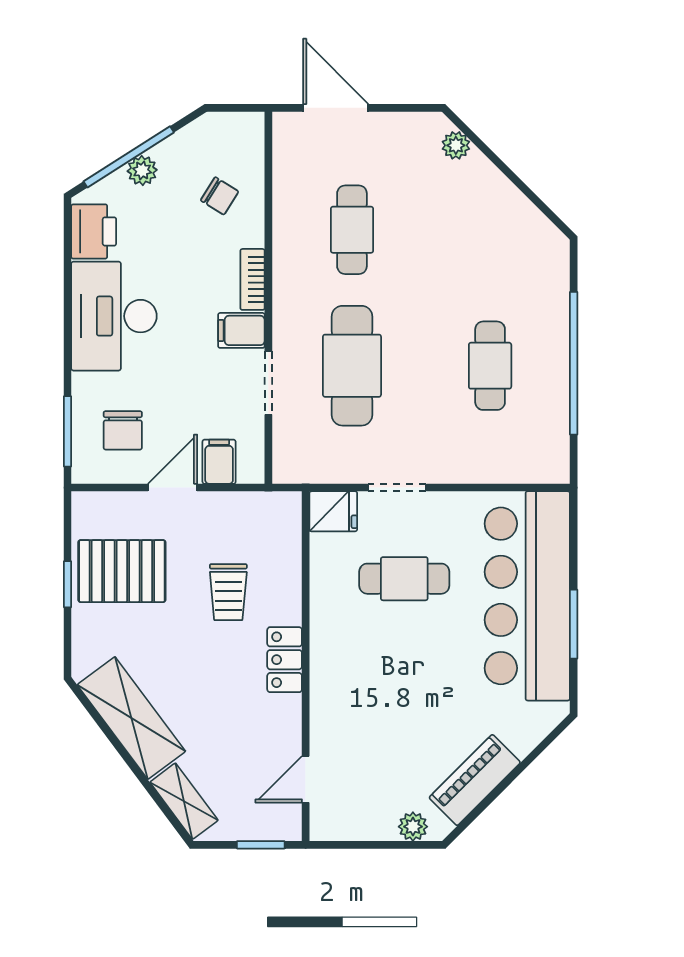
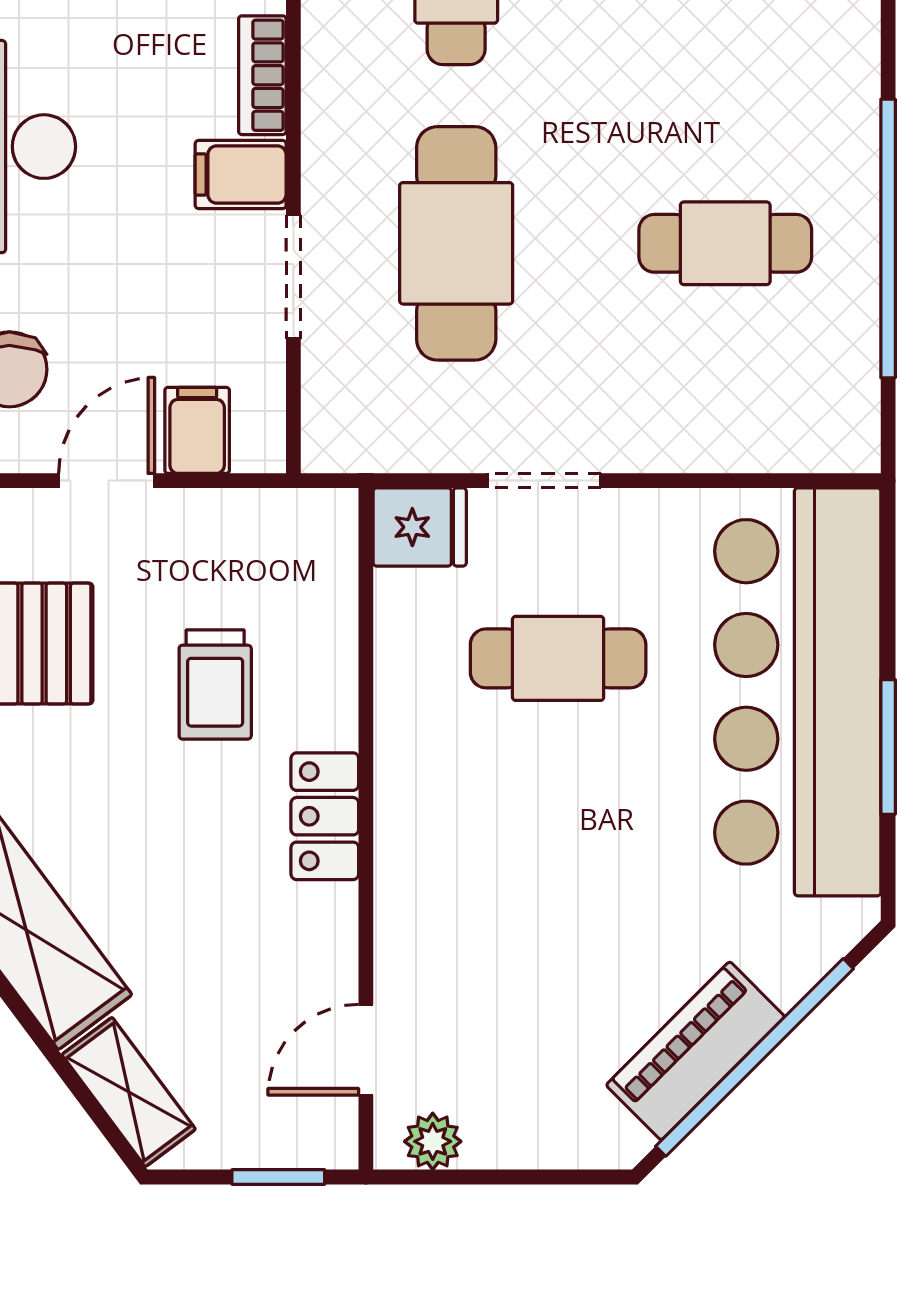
cafe table: (490, 366) -> (725, 243), turned 90
window: (505, 783) -> (755, 1057), added
plant: (413, 827) -> (433, 1141), moved

